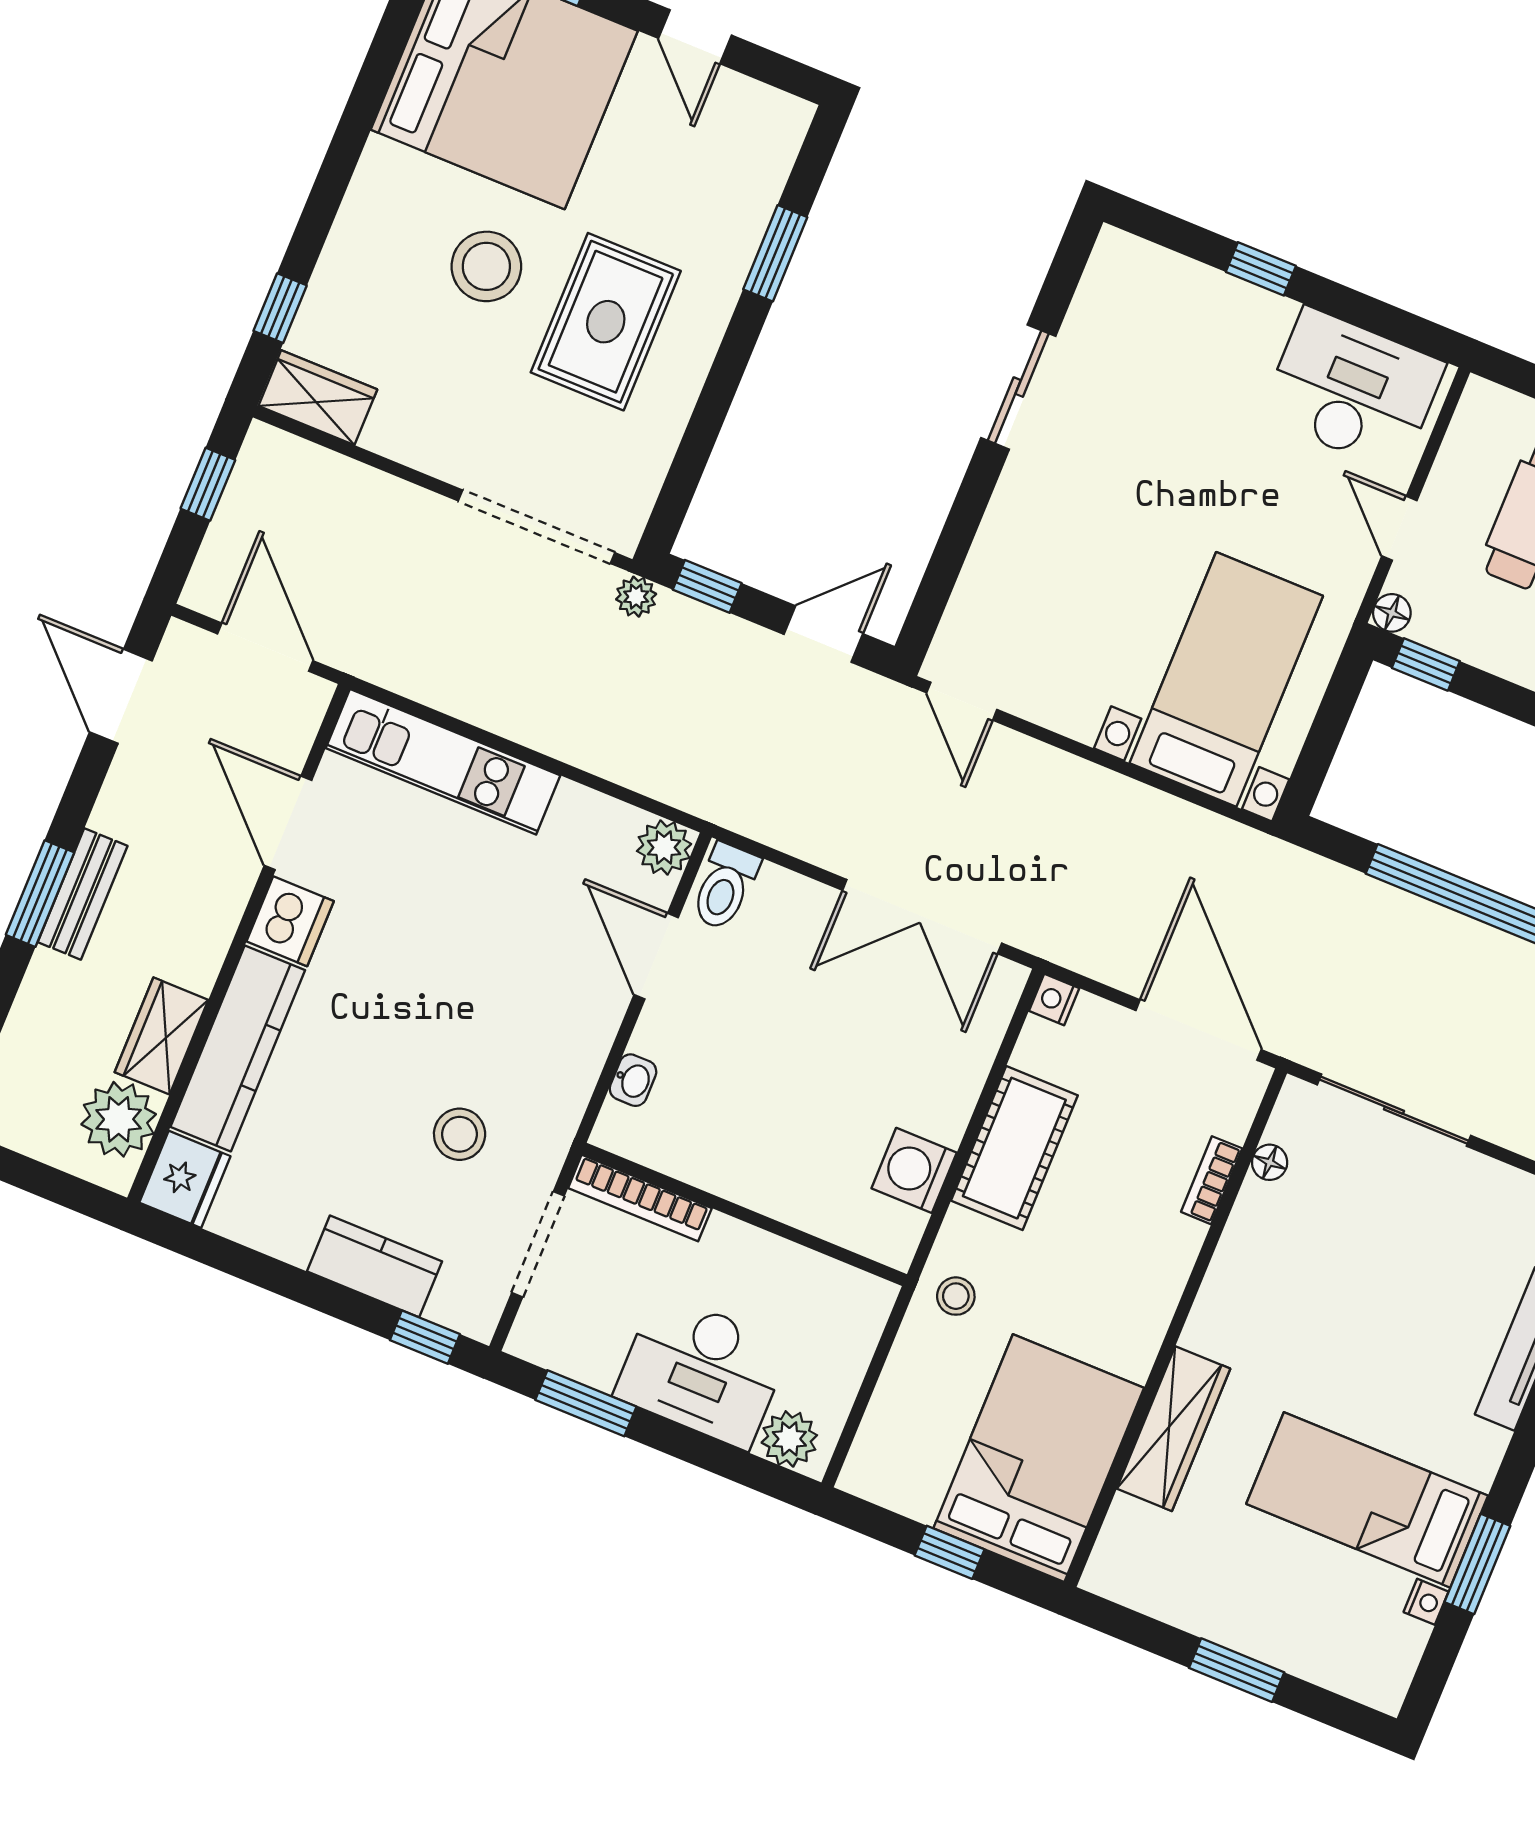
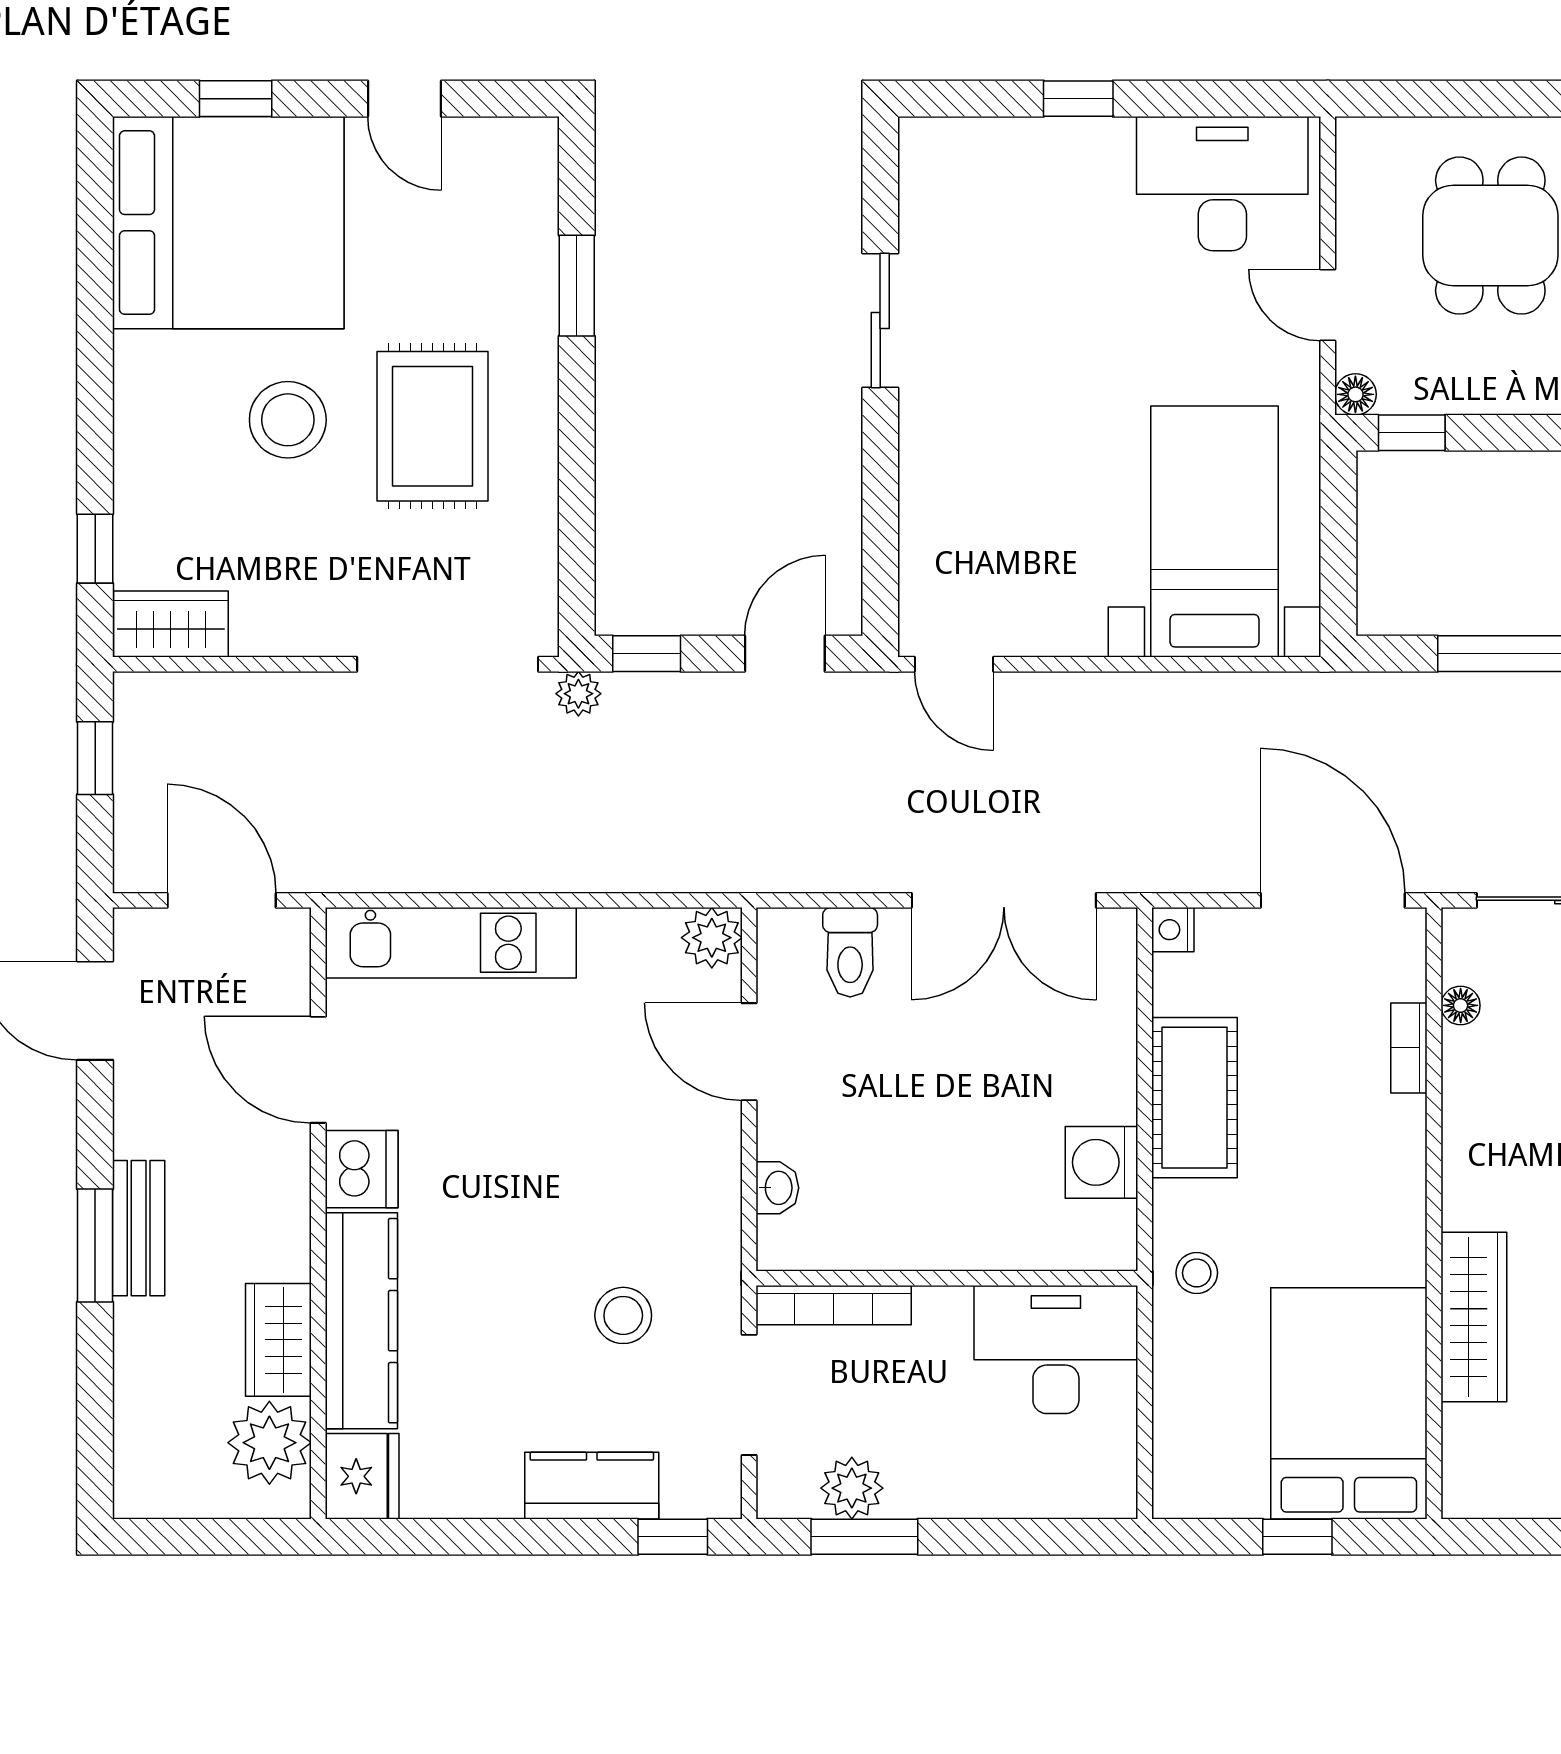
toilet: (725, 887) -> (850, 952), moved
desk: (702, 1371) -> (1056, 1349), moved, turned 180
plant: (789, 1439) -> (852, 1488), moved

